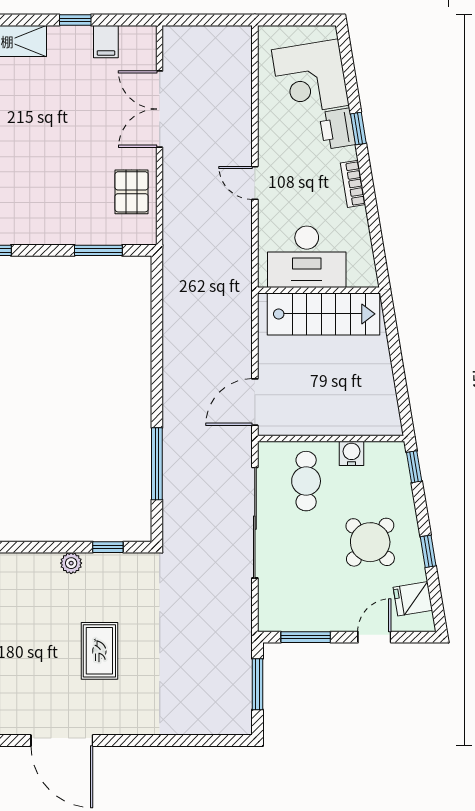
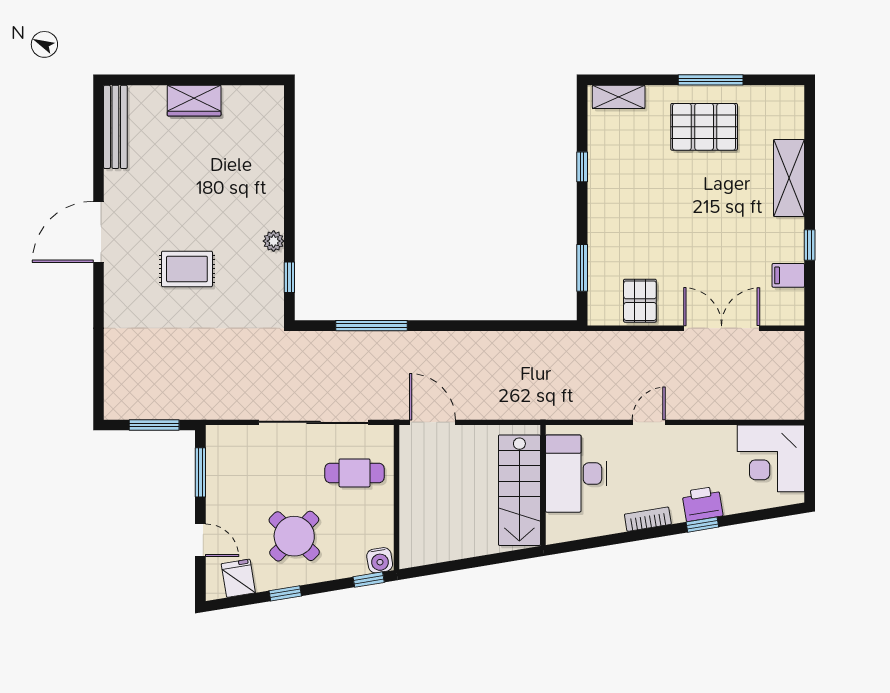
corner desk: (310, 77) -> (771, 458), moved, turned -81
pallet: (132, 192) -> (640, 301), turned 90
water cooler: (351, 453) -> (380, 560), moved, turned 81

